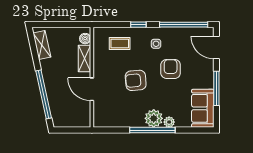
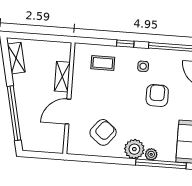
boiler: (85, 39) -> (65, 55), removed
armchair: (136, 80) -> (103, 132), moved, turned 134
door: (92, 89) -> (68, 112), hinge flipped
window: (152, 130) -> (161, 164), moved

